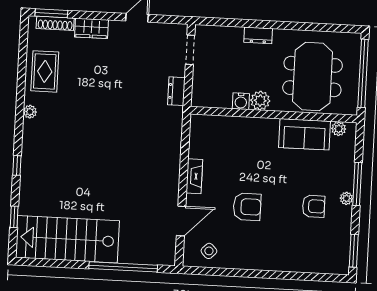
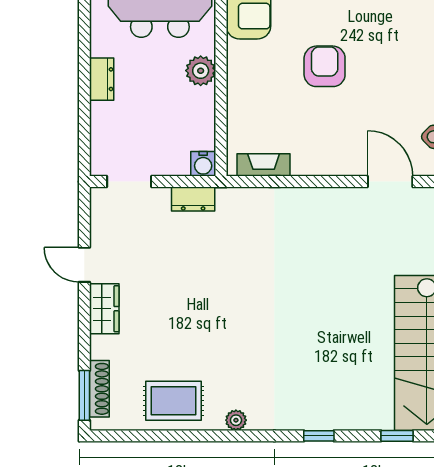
wardrobe: (91, 28) -> (104, 309), moved
water cooler: (241, 101) -> (203, 164), moved, turned 90
fireplace: (194, 176) -> (264, 165), moved
armchair: (247, 207) -> (325, 66), moved

